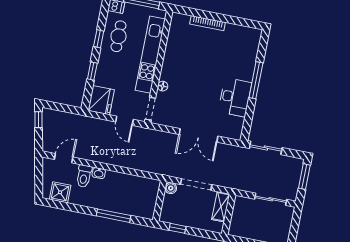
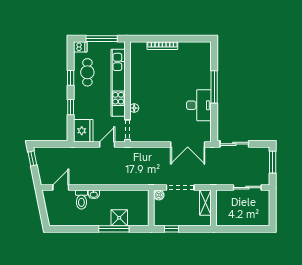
door: (124, 121) -> (107, 145), swing flipped
double door: (199, 135) -> (188, 145), moved
shower: (60, 192) -> (119, 218), moved

